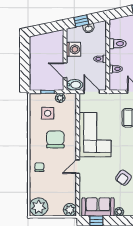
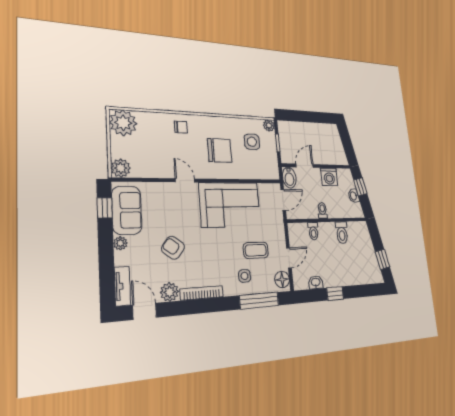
plant: (60, 98) -> (269, 125), moved

